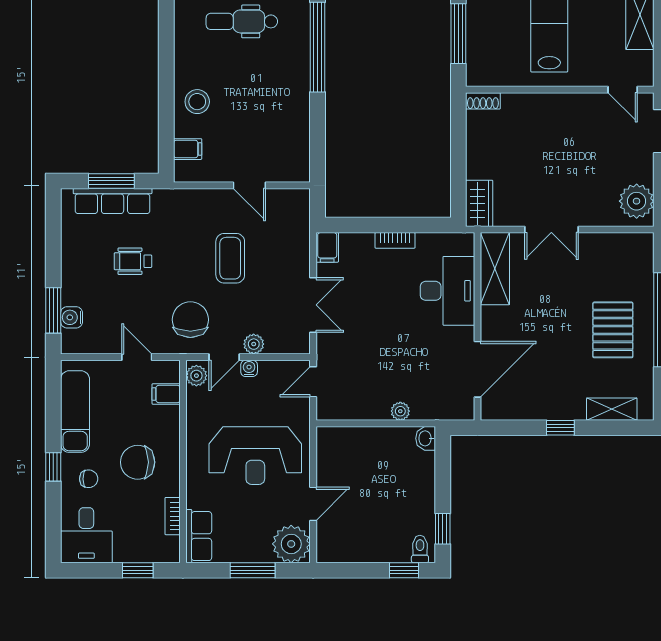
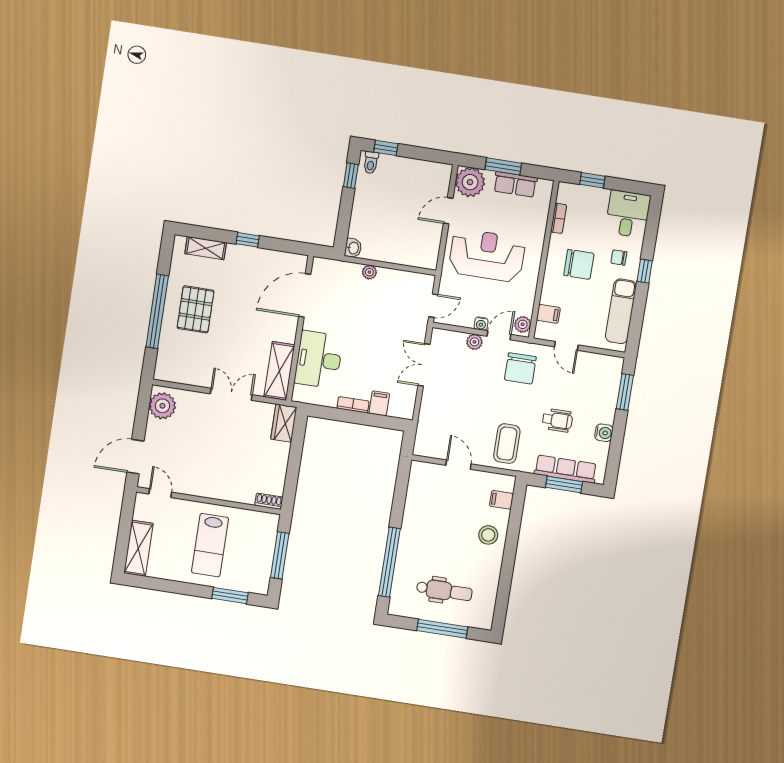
filing cabinet: (327, 247) -> (379, 403), moved
coffee table: (230, 258) -> (507, 444), moved
water cooler: (72, 317) -> (604, 433), moved
row of seats: (199, 536) -> (515, 184), moved, turned -90

